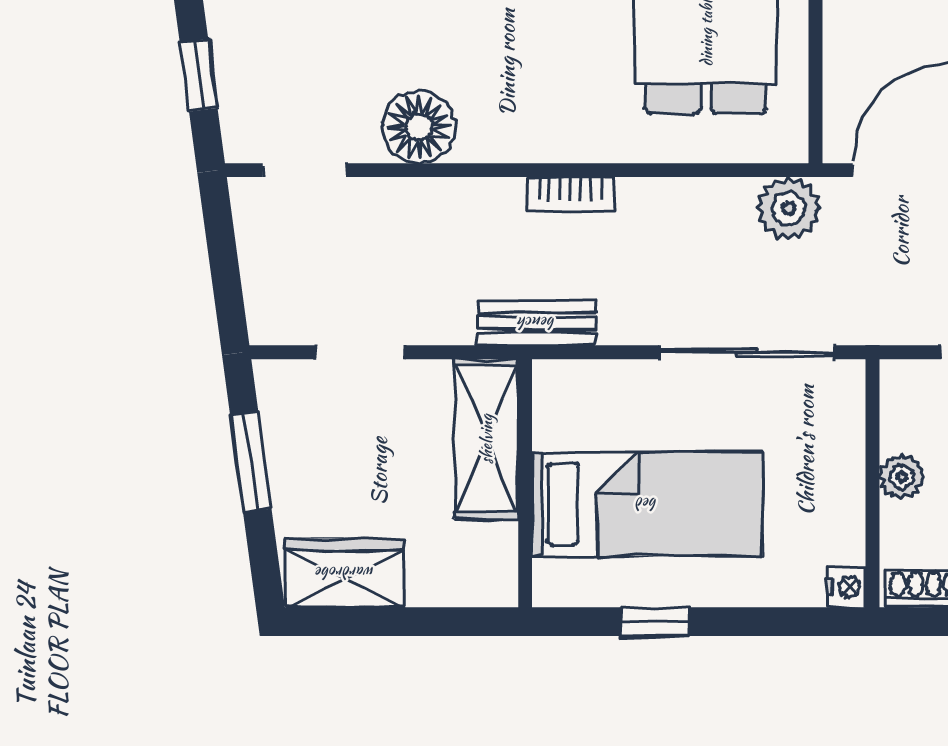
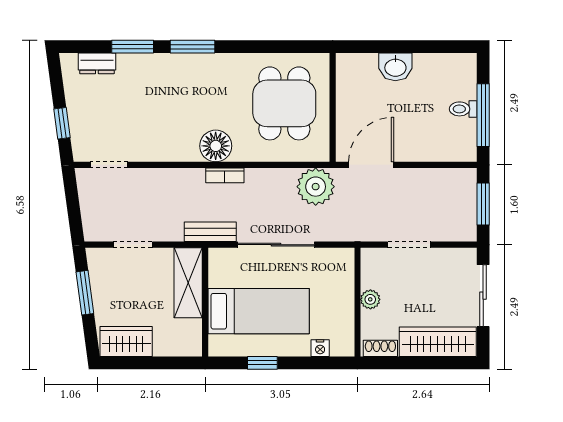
floor lamp: (419, 127) -> (216, 146), moved
plant: (788, 208) -> (316, 187), width x1.36, depth x1.36
sliding door: (747, 352) -> (276, 245), moved
nightstand: (846, 587) -> (320, 348), moved, turned 90

